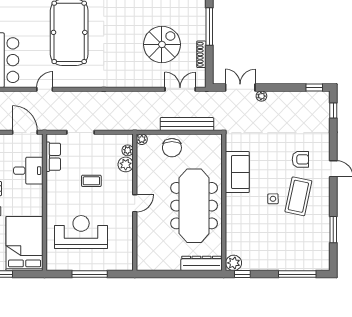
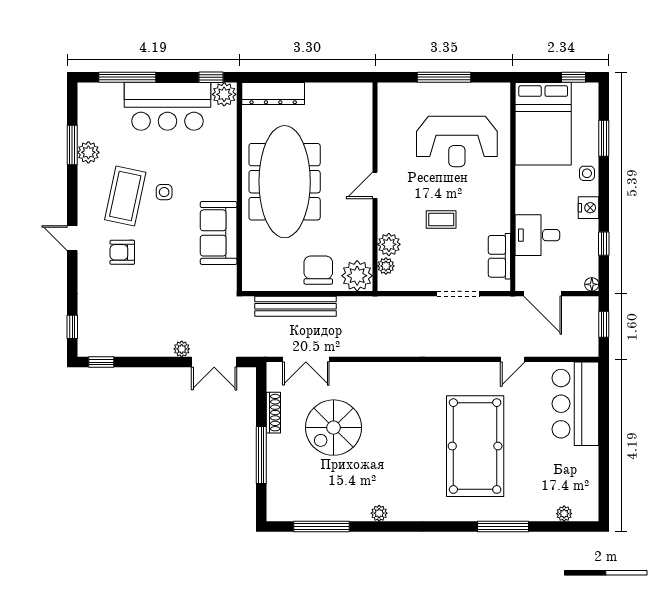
plant: (142, 139) -> (357, 276), width x1.88, depth x1.88
plant: (323, 225) -> (88, 152), added
bar counter: (271, 255) -> (167, 106), added

